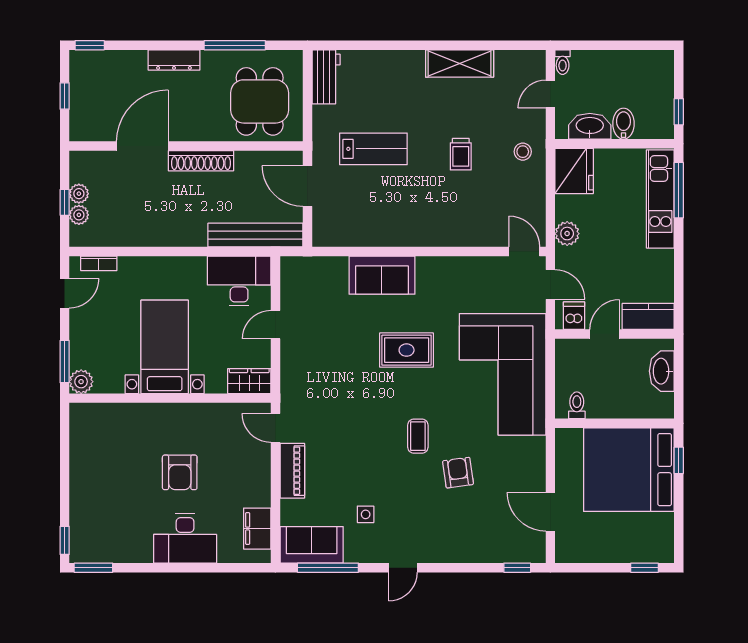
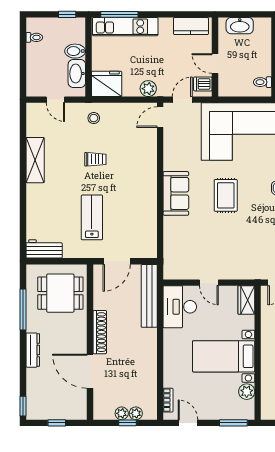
toilet: (563, 62) -> (34, 37), moved
sofa: (382, 275) -> (176, 193), moved
kitchen counter: (648, 316) -> (191, 26), moved, turned -90
plant: (81, 382) -> (247, 392), moved

